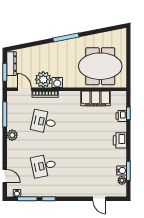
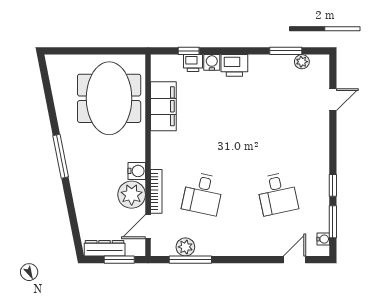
plant: (12, 135) -> (185, 247), moved
water cooler: (122, 171) -> (212, 62), moved

